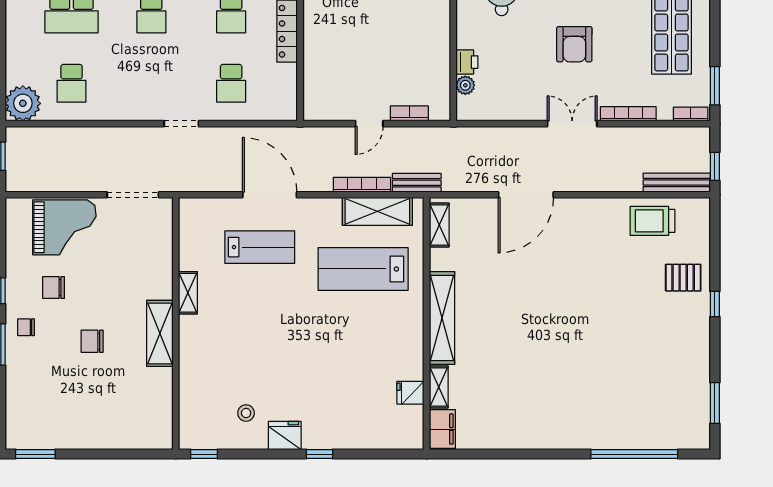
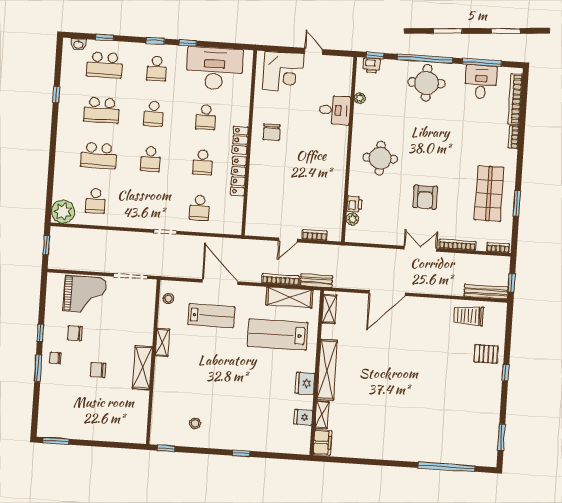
window: (715, 86) -> (517, 204), moved
stool: (193, 225) -> (168, 299), added
fridge: (285, 435) -> (305, 383), moved, turned -90

